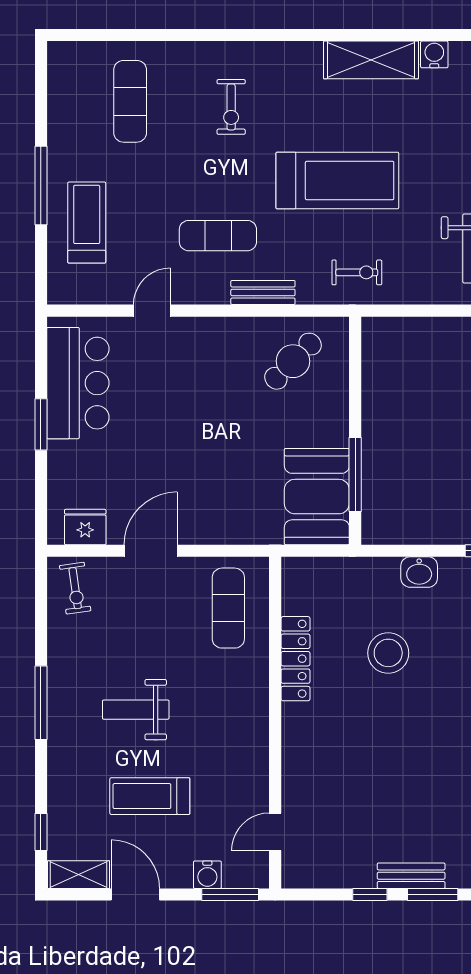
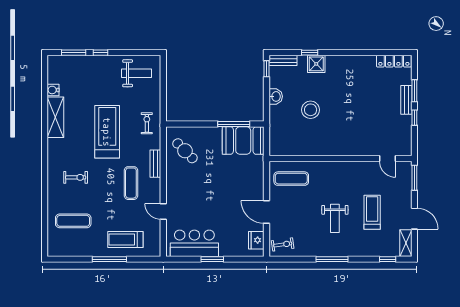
locker: (295, 659) -> (313, 150), removed
treadmill: (150, 796) -> (372, 212), turned 180
water cooler: (207, 875) -> (406, 188), removed
door: (135, 895) -> (414, 219), swing flipped

